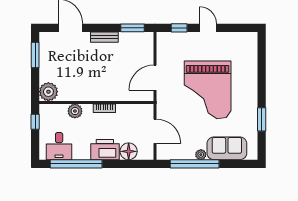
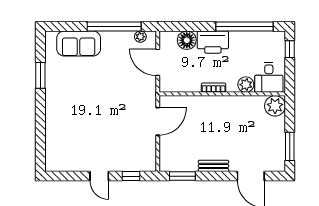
grand piano: (208, 90) -> (100, 108), removed
window: (35, 122) -> (290, 49), moved
desk: (59, 146) -> (269, 77), moved, turned 180
plant: (201, 155) -> (140, 37), moved

